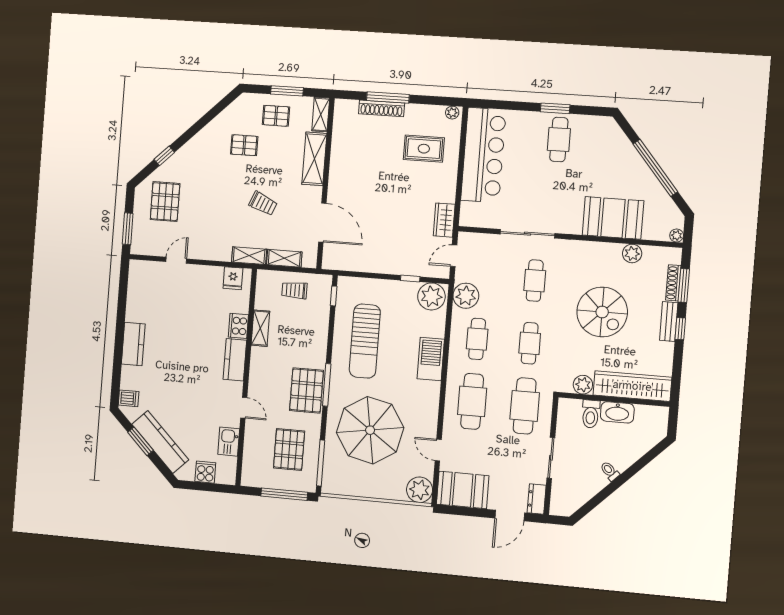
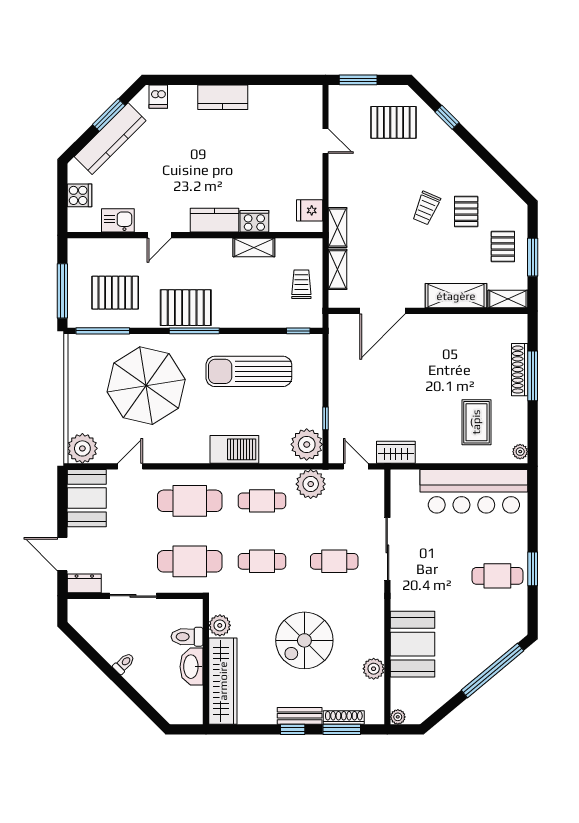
window: (655, 168) -> (492, 670), moved
trolley: (263, 203) -> (426, 208), moved

